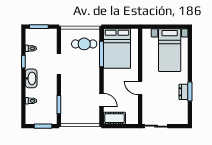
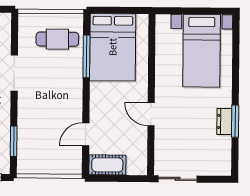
door: (102, 100) -> (86, 134), swing flipped

